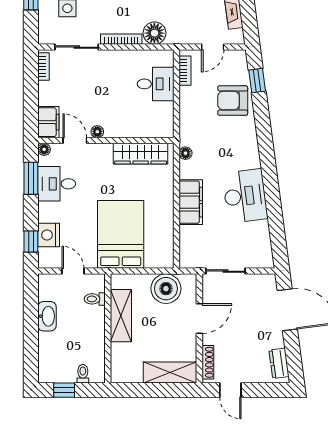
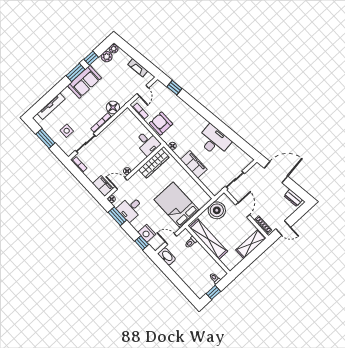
desk: (156, 84) -> (147, 143), moved, turned 90
armchair: (233, 101) -> (161, 123), moved, turned 90
washbasin: (47, 316) -> (167, 256), moved
shelving: (121, 316) -> (208, 239), width x1.47

